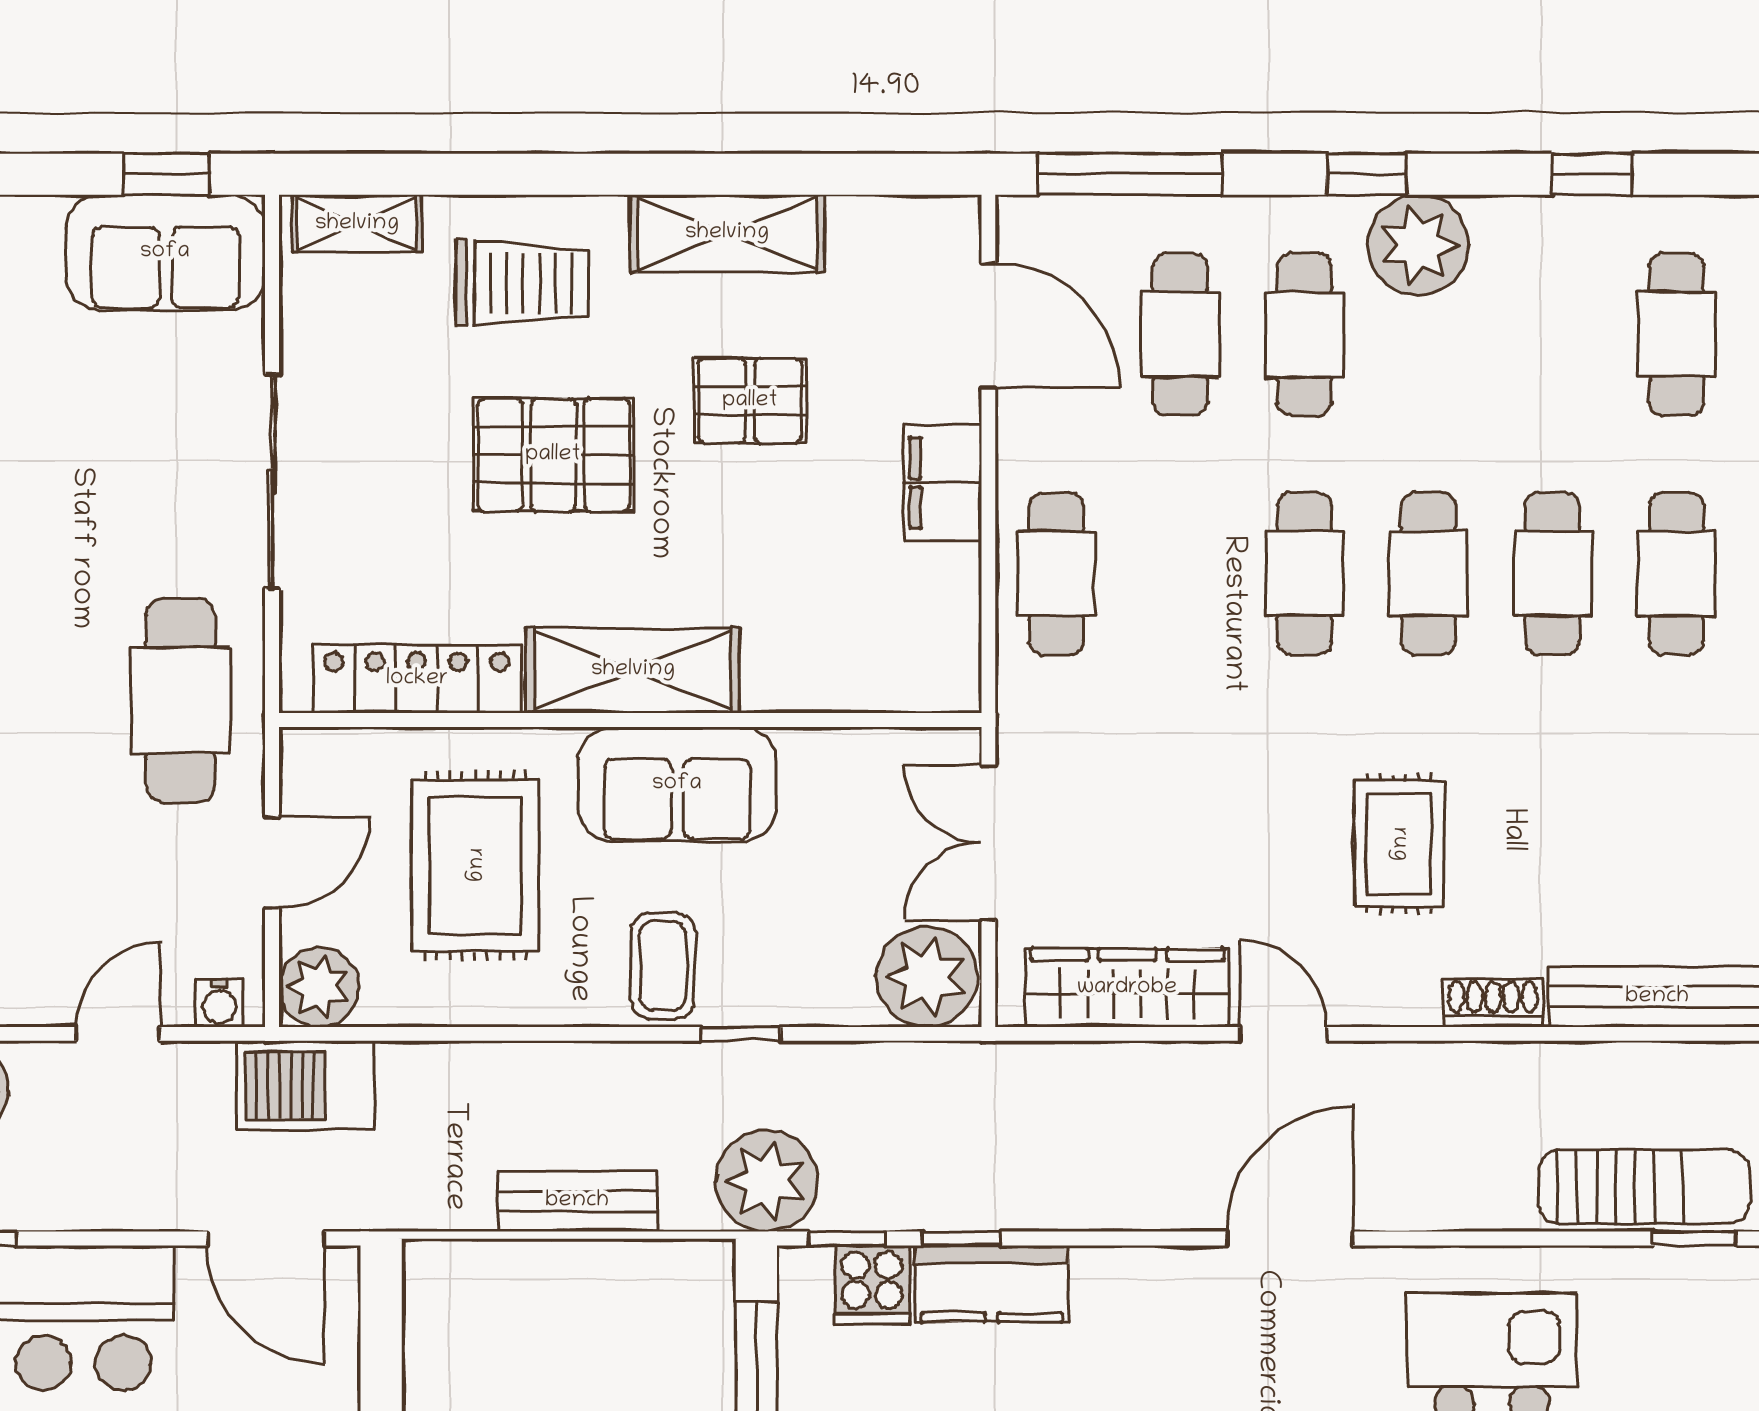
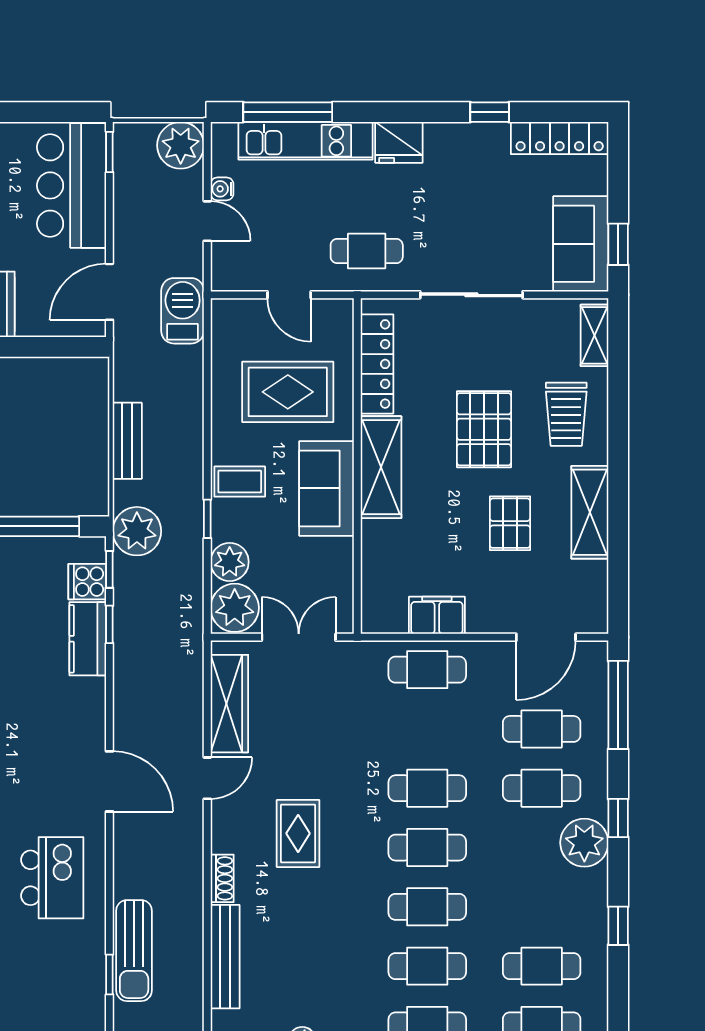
filing cabinet: (943, 483) -> (437, 615), moved
cafe table: (180, 700) -> (367, 251), width x0.73, depth x0.74
rug: (1399, 844) -> (298, 833), turned 90
plant: (319, 987) -> (230, 562), moved
water cooler: (219, 1003) -> (222, 189), moved

